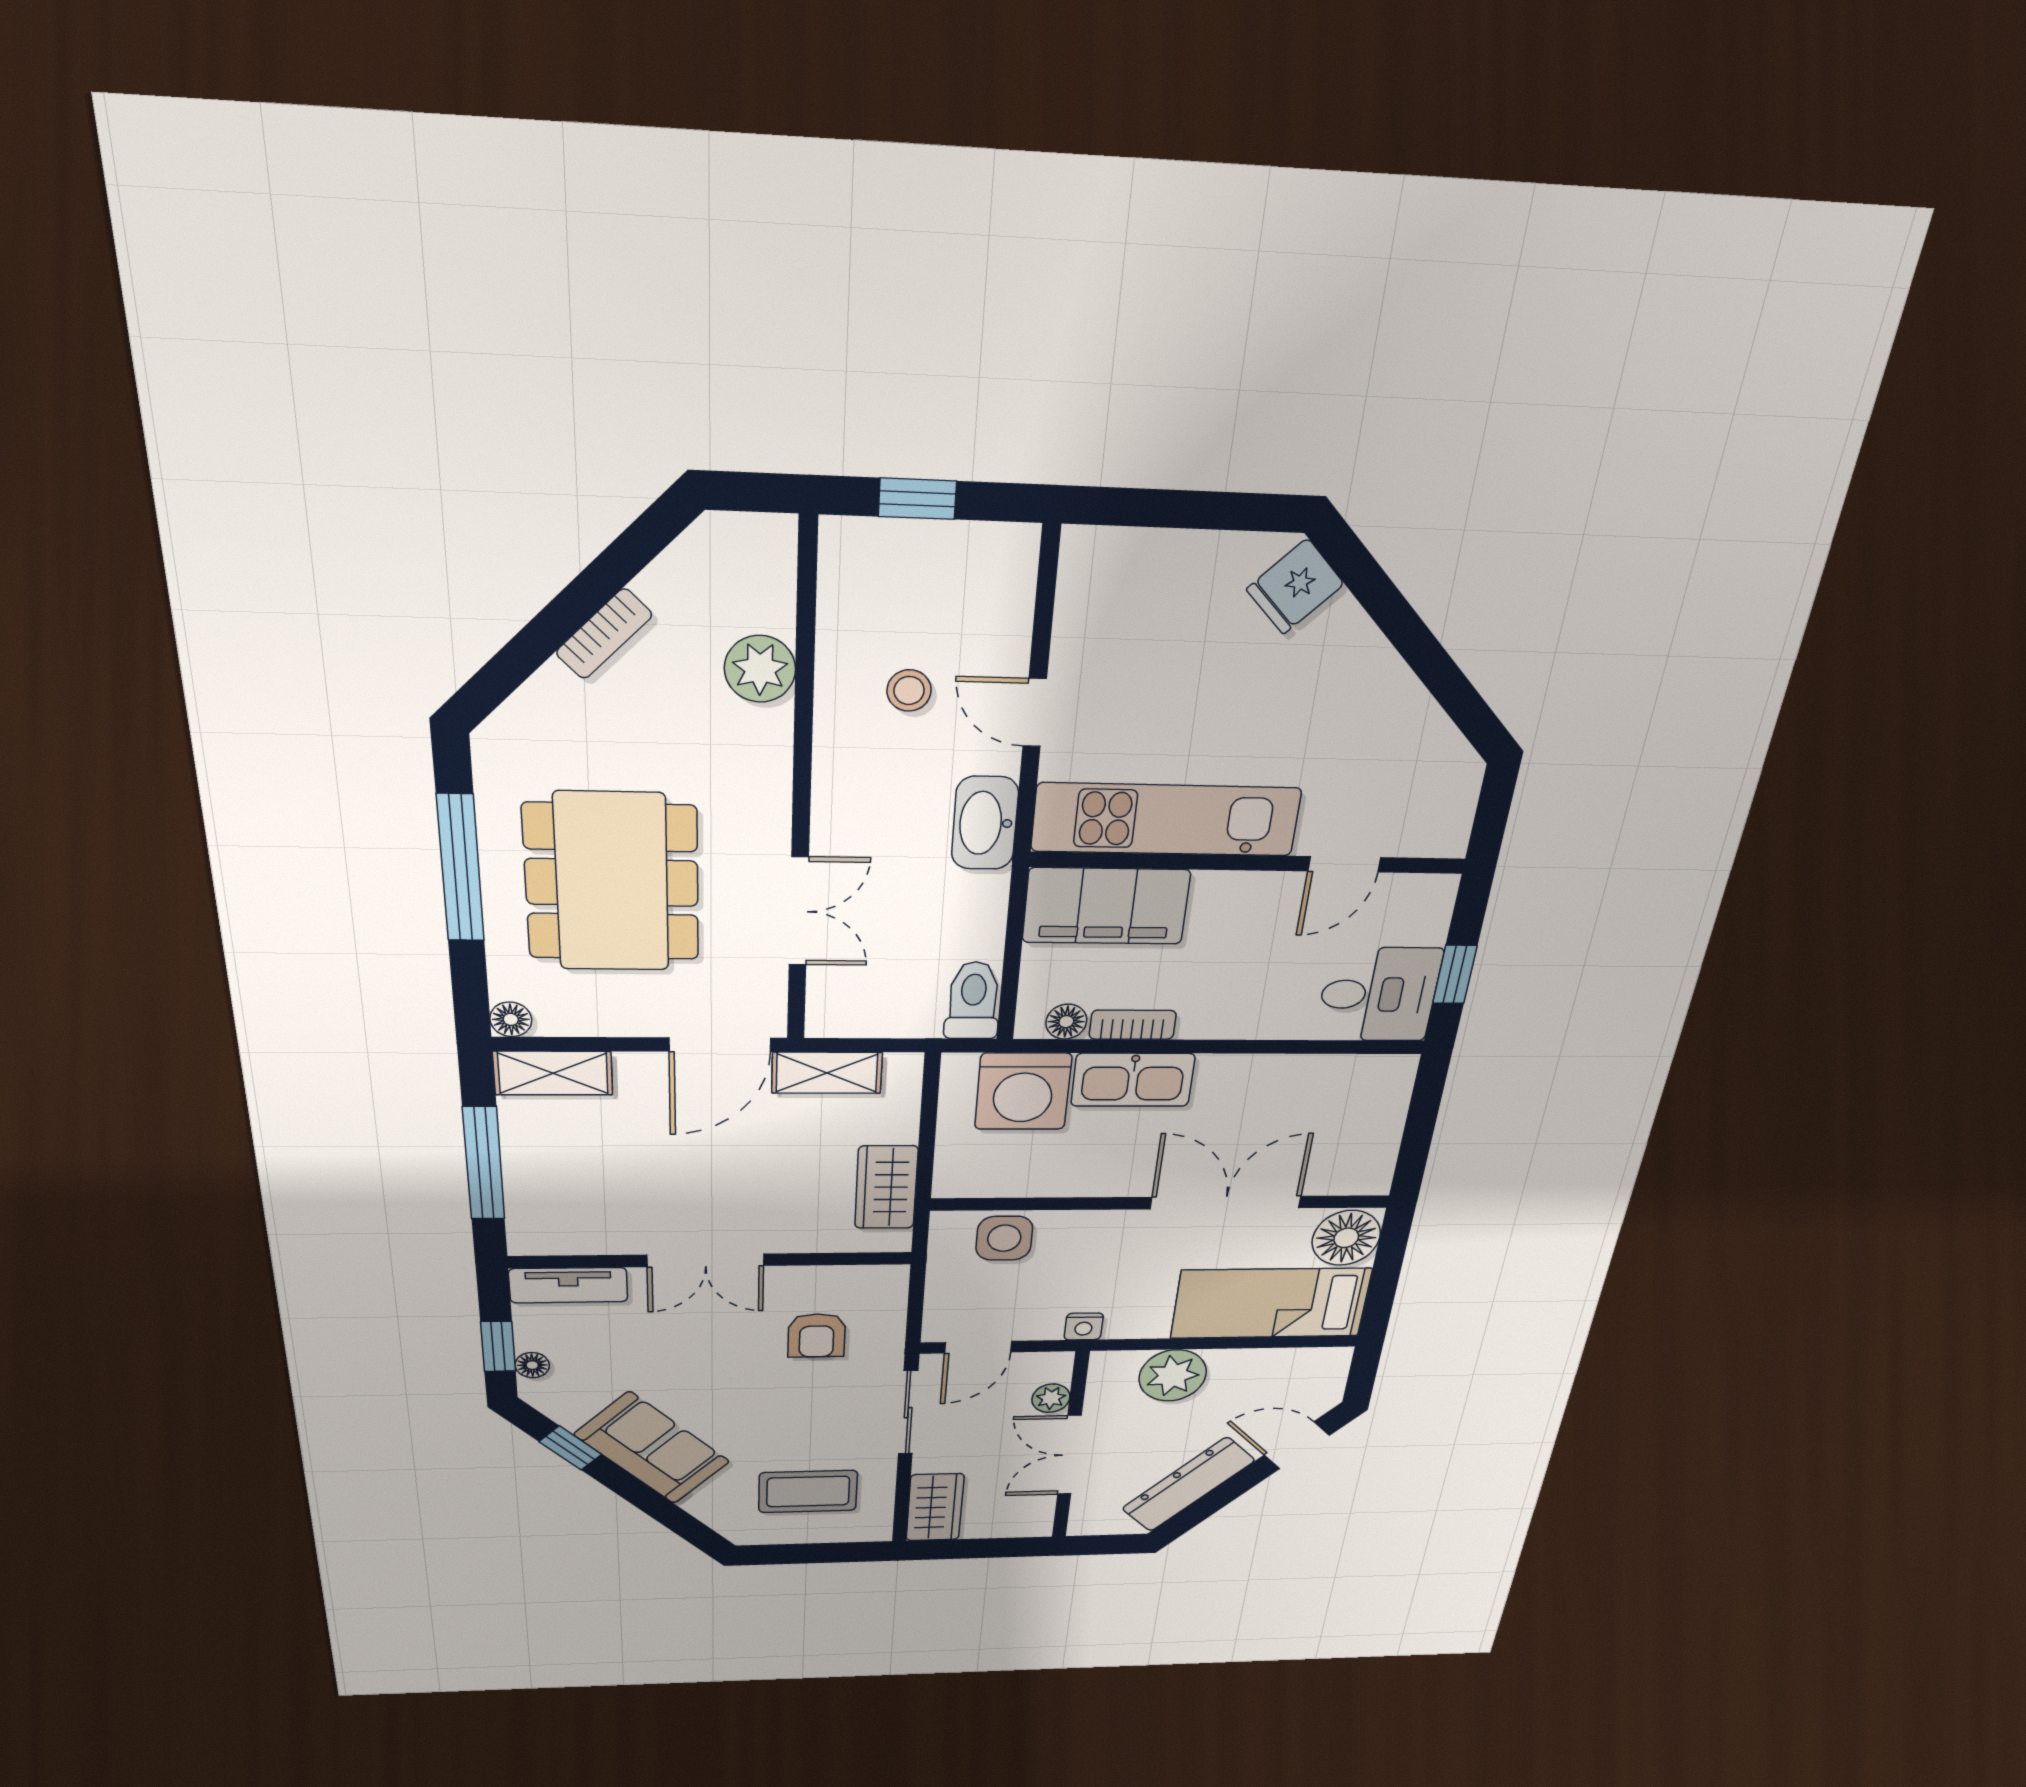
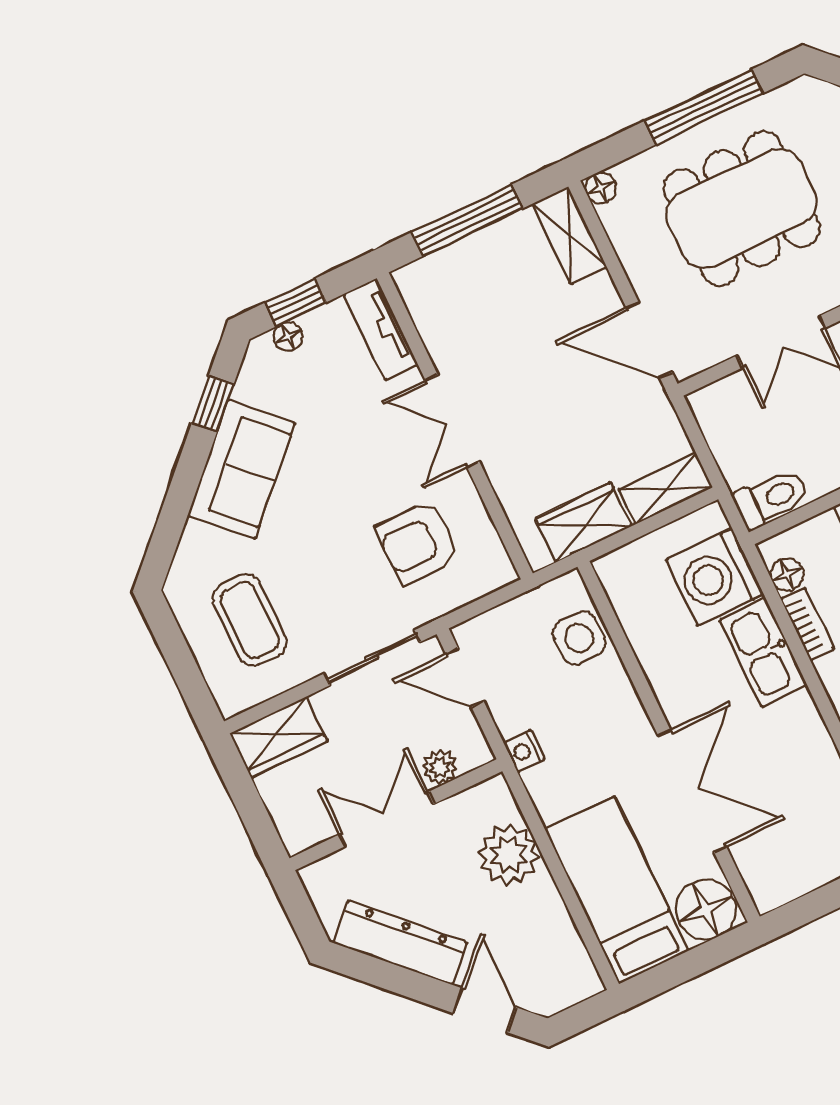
shelving: (827, 1073) -> (666, 489), moved, turned 90
armchair: (817, 1335) -> (418, 543), width x1.38, depth x1.38

